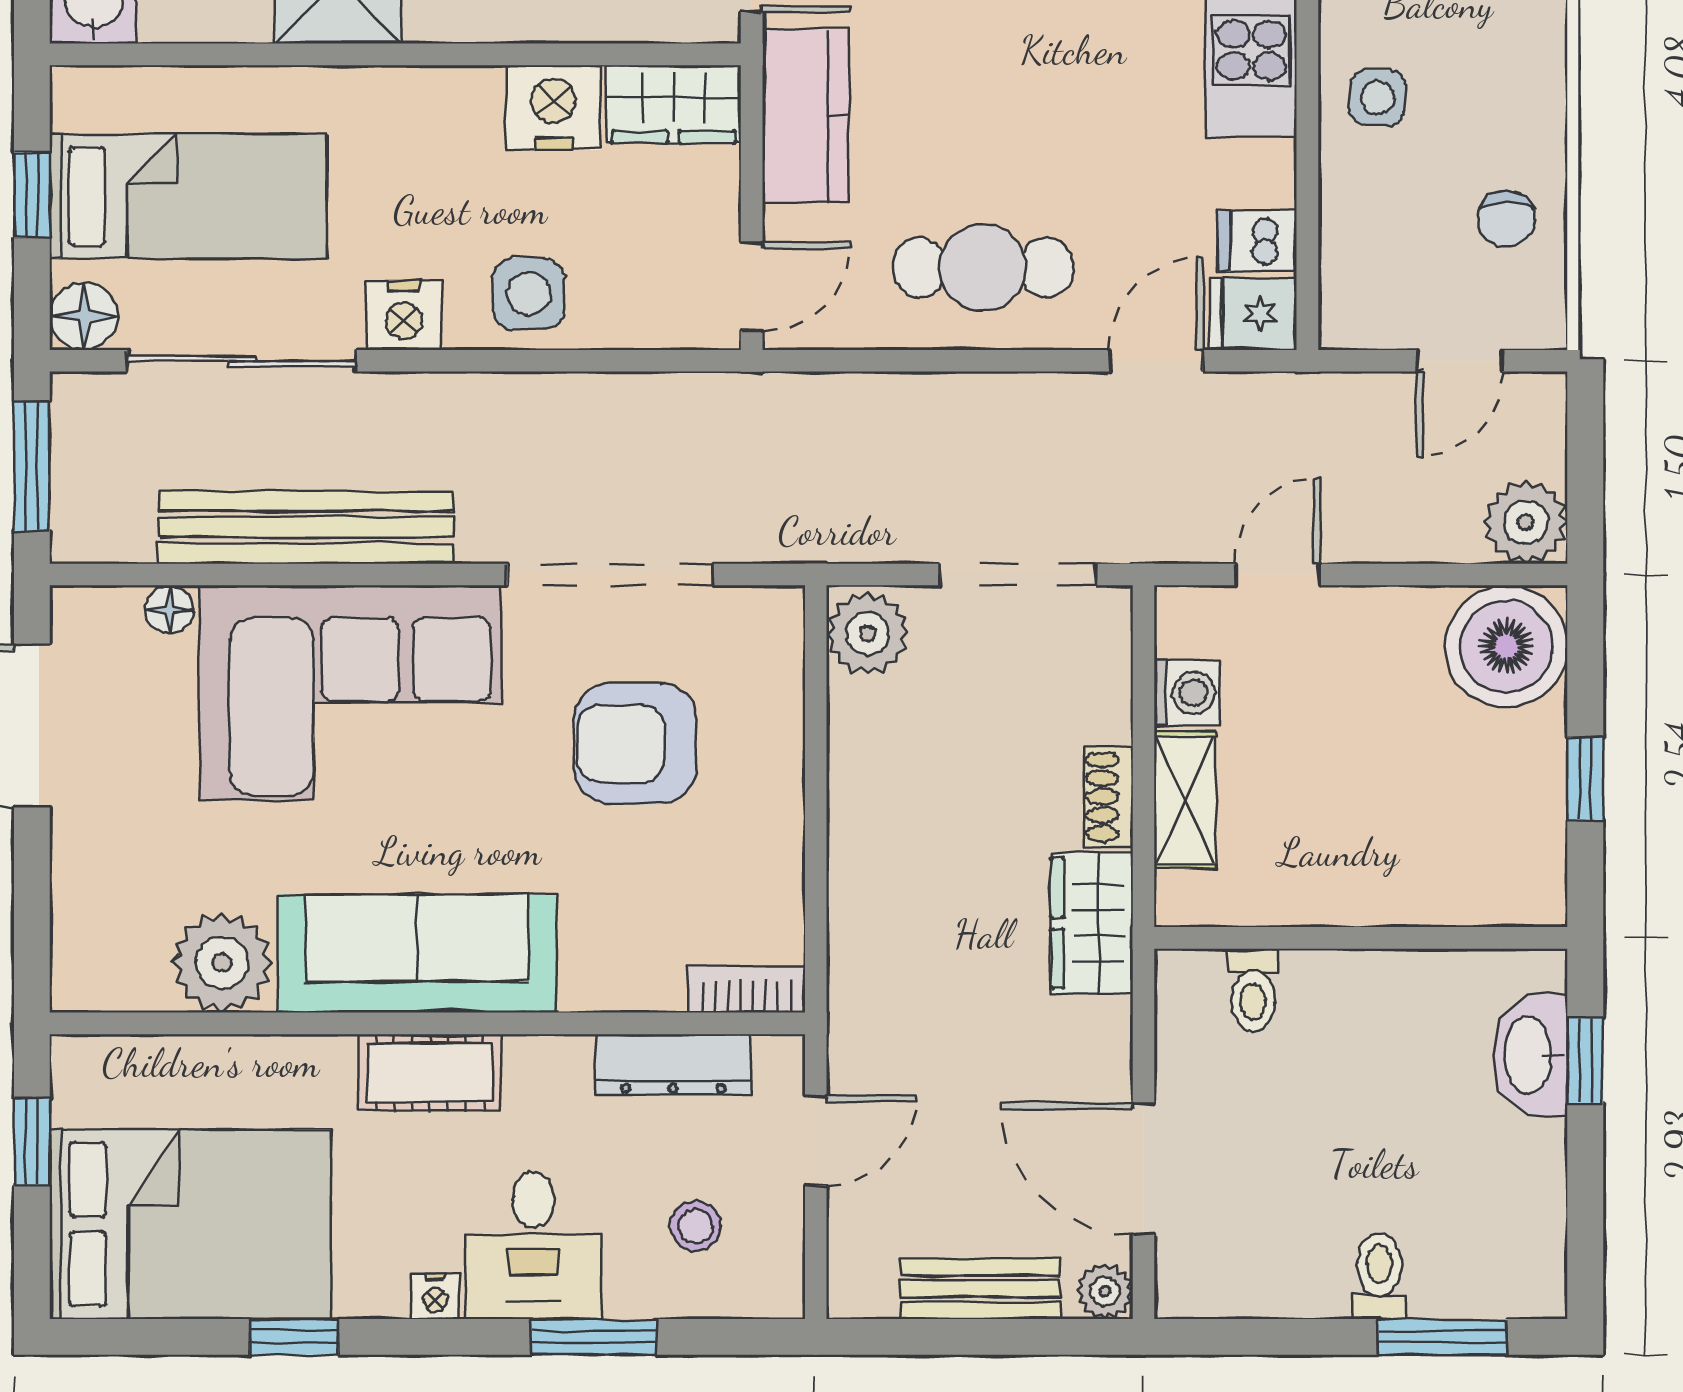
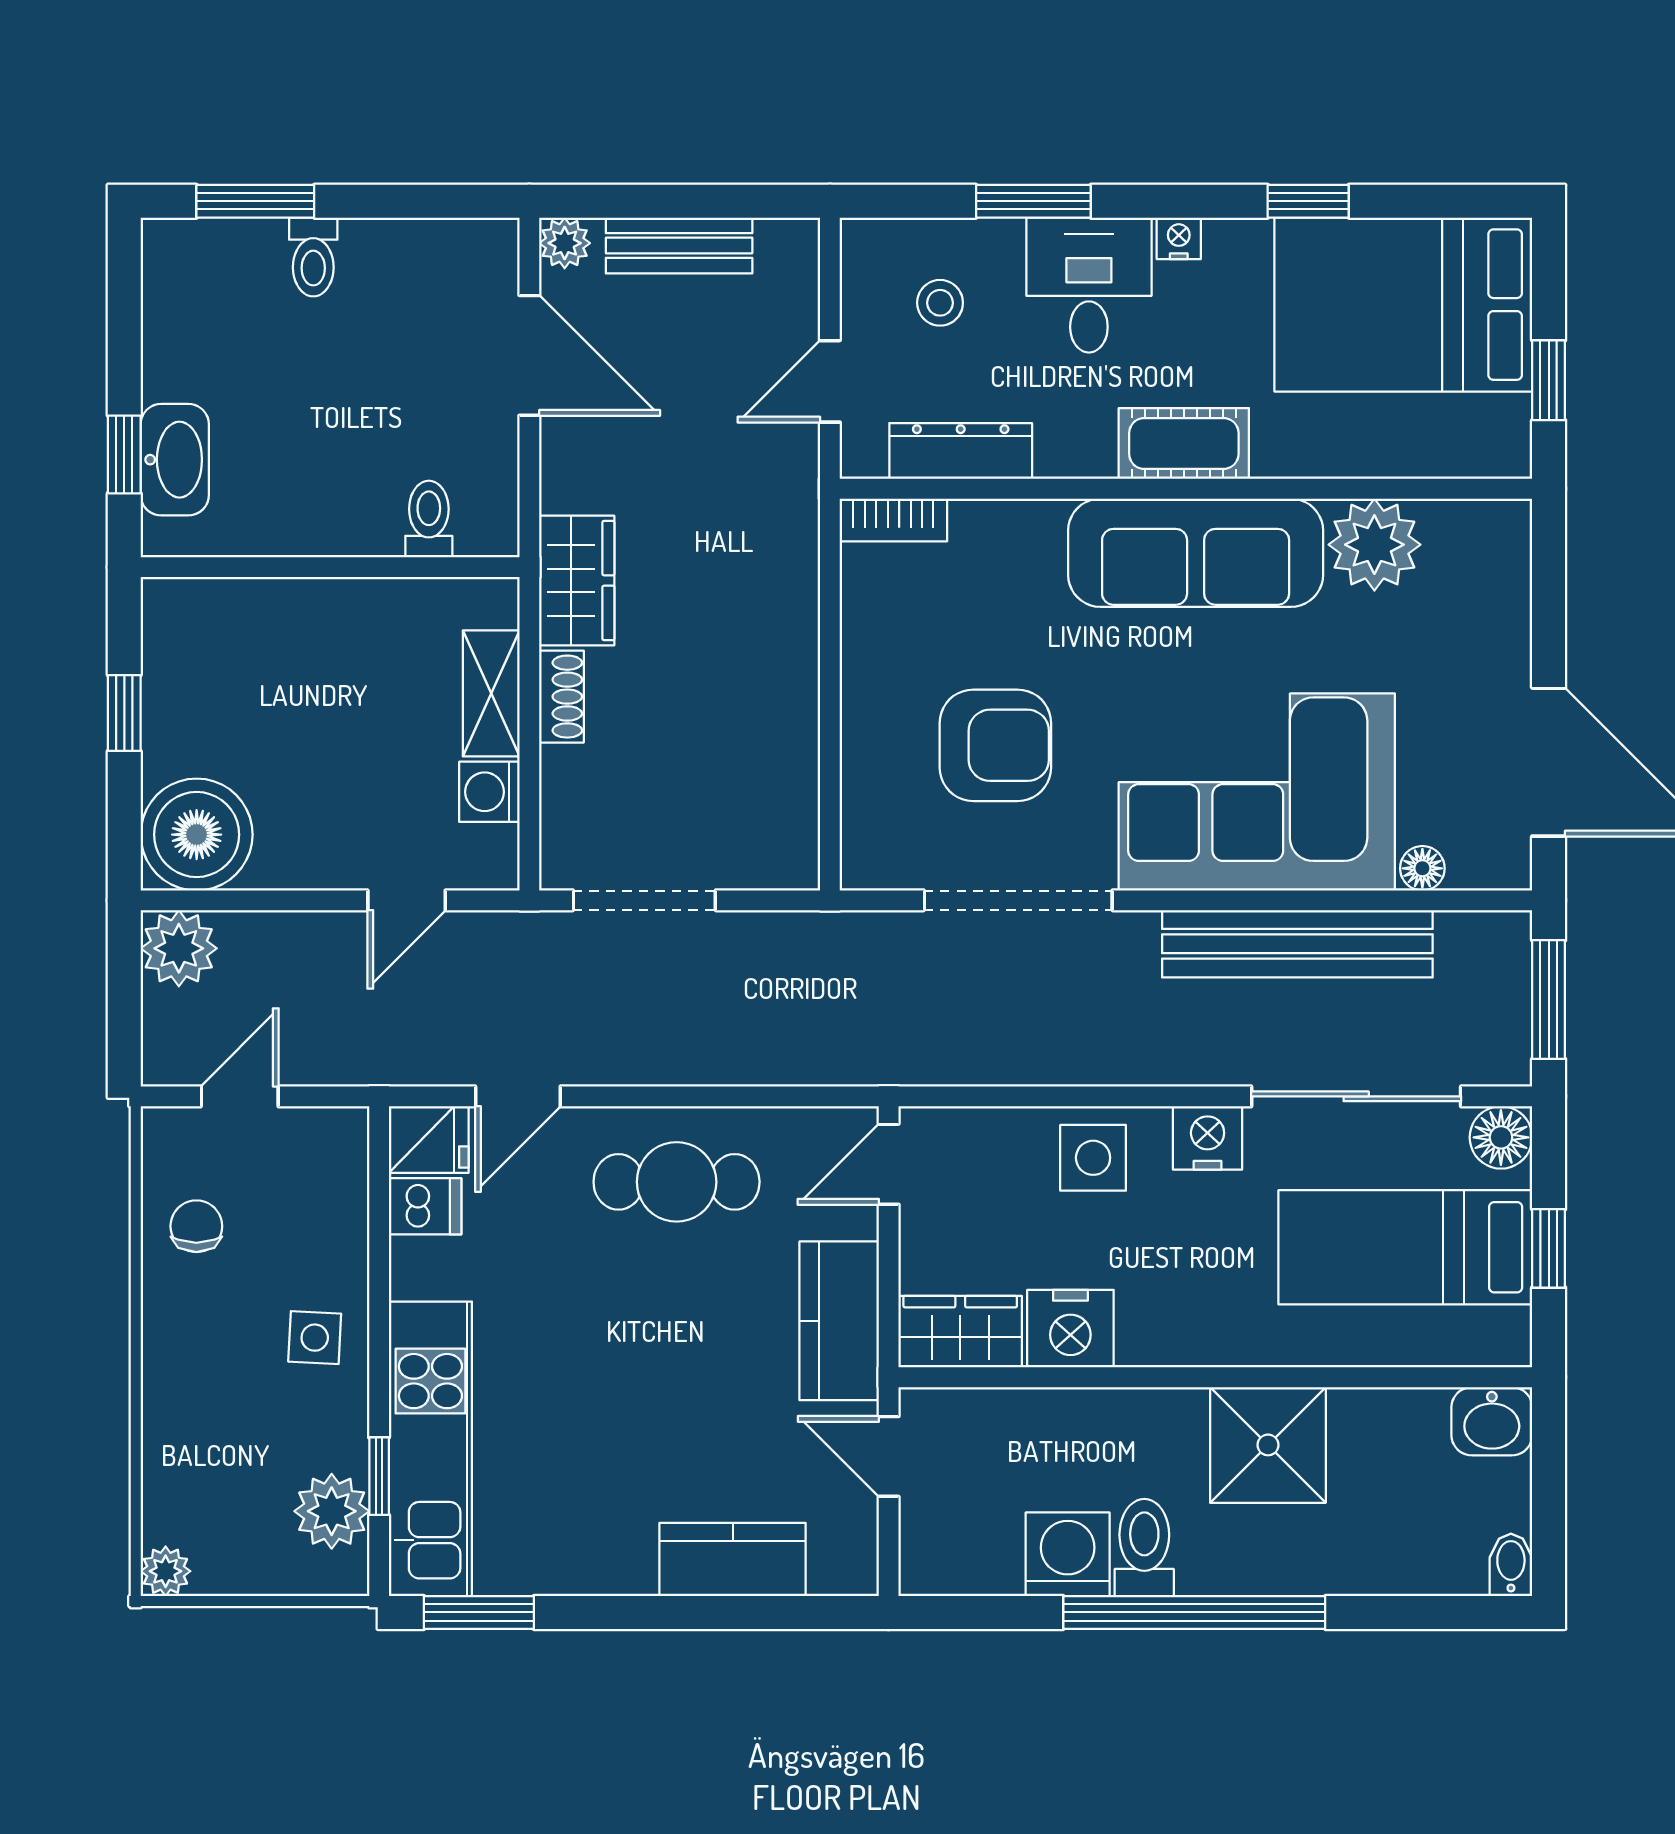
plant: (868, 634) -> (782, 846), removed

